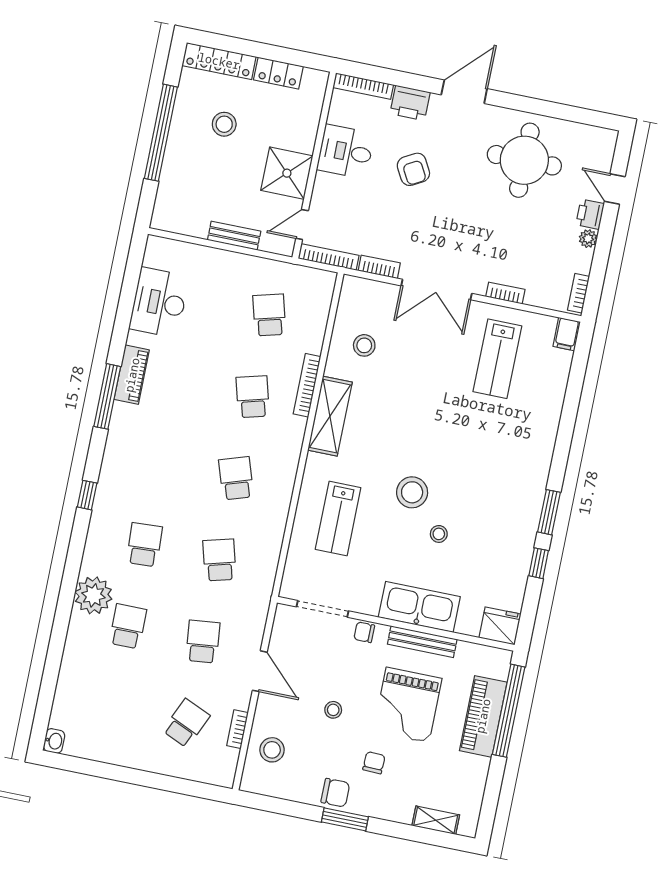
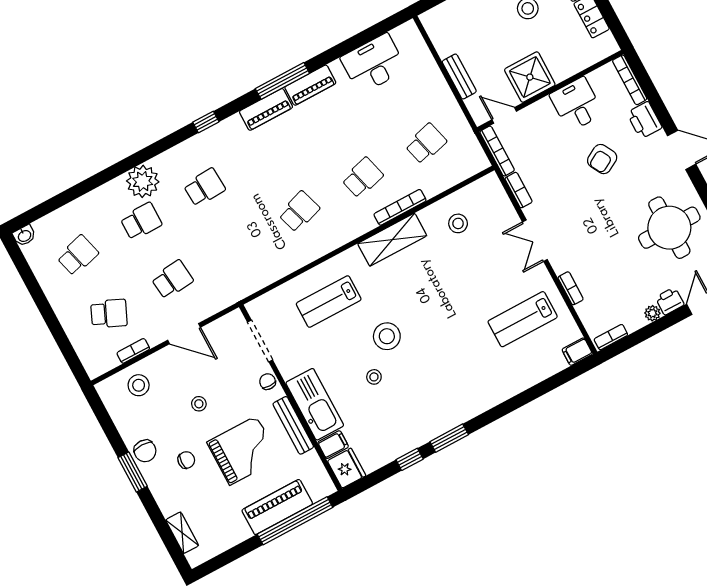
double door: (436, 290) -> (535, 241), width x0.73
piano: (120, 432) -> (266, 109), added
school desk: (219, 560) -> (78, 255), moved
filing cabinet: (469, 620) -> (333, 445), added
door: (260, 671) -> (184, 334), hinge flipped
grand piano: (408, 705) -> (243, 450), turned 180

